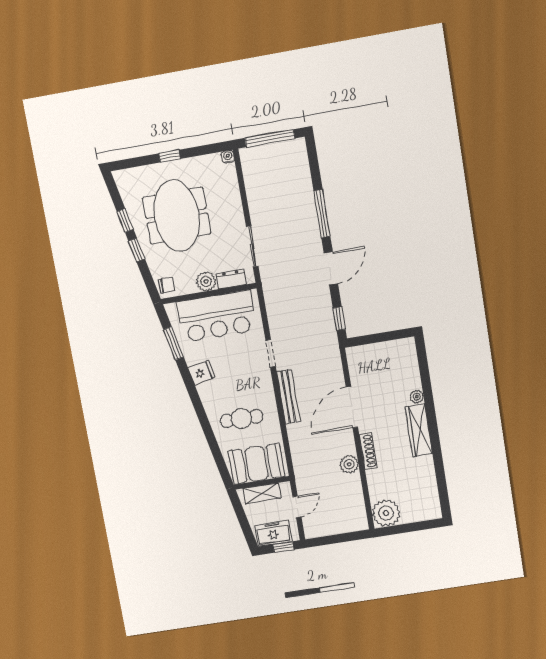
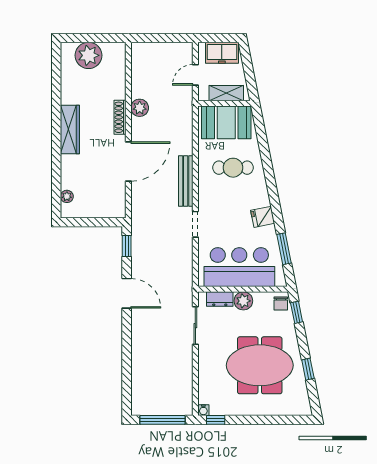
window: (170, 156) -> (216, 420), moved
window: (322, 214) -> (127, 344), removed
meeting table: (177, 216) -> (260, 365), turned 90
window: (137, 250) -> (297, 312), moved
door: (331, 268) -> (127, 293), swing flipped
chair: (166, 285) -> (281, 303), turned -90
plant: (417, 397) -> (67, 196), moved
plant: (386, 513) -> (88, 55), moved
window: (283, 547) -> (215, 38), removed

